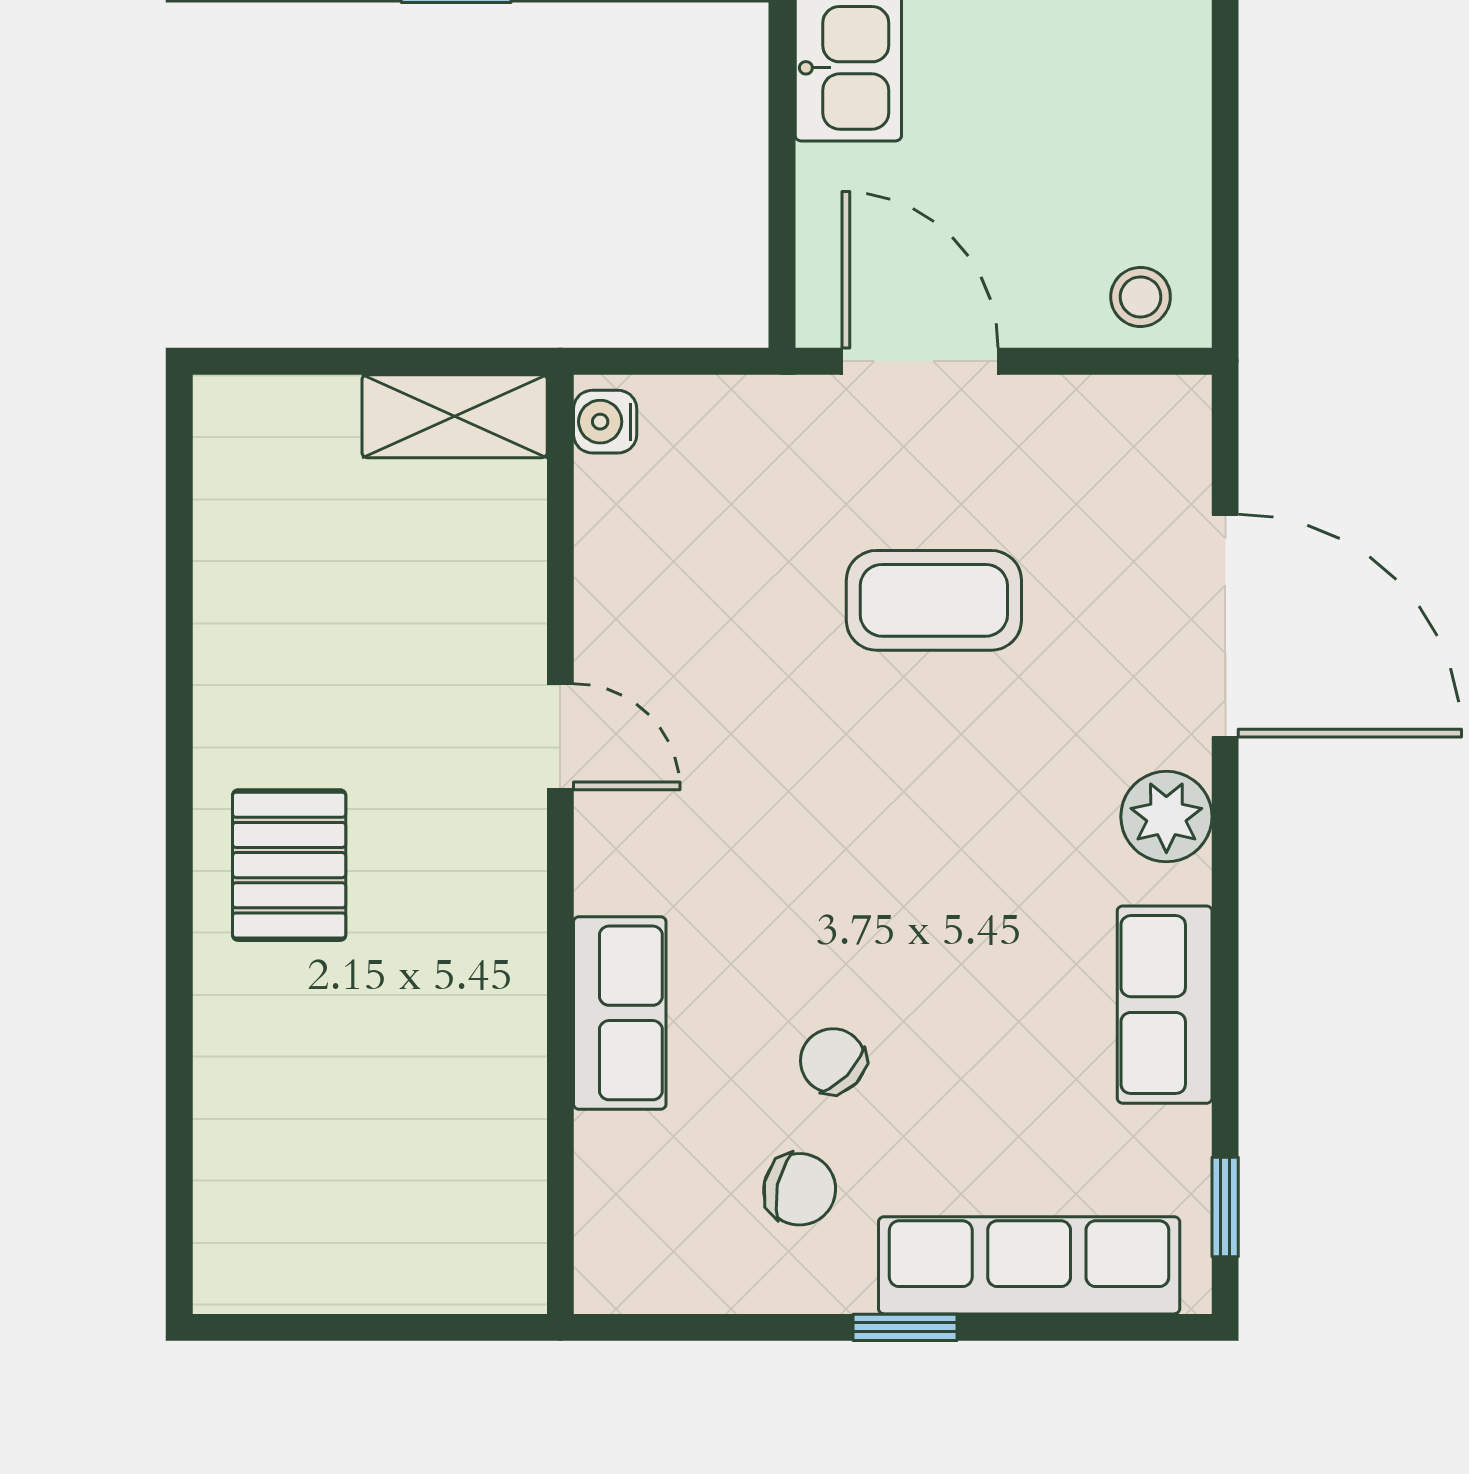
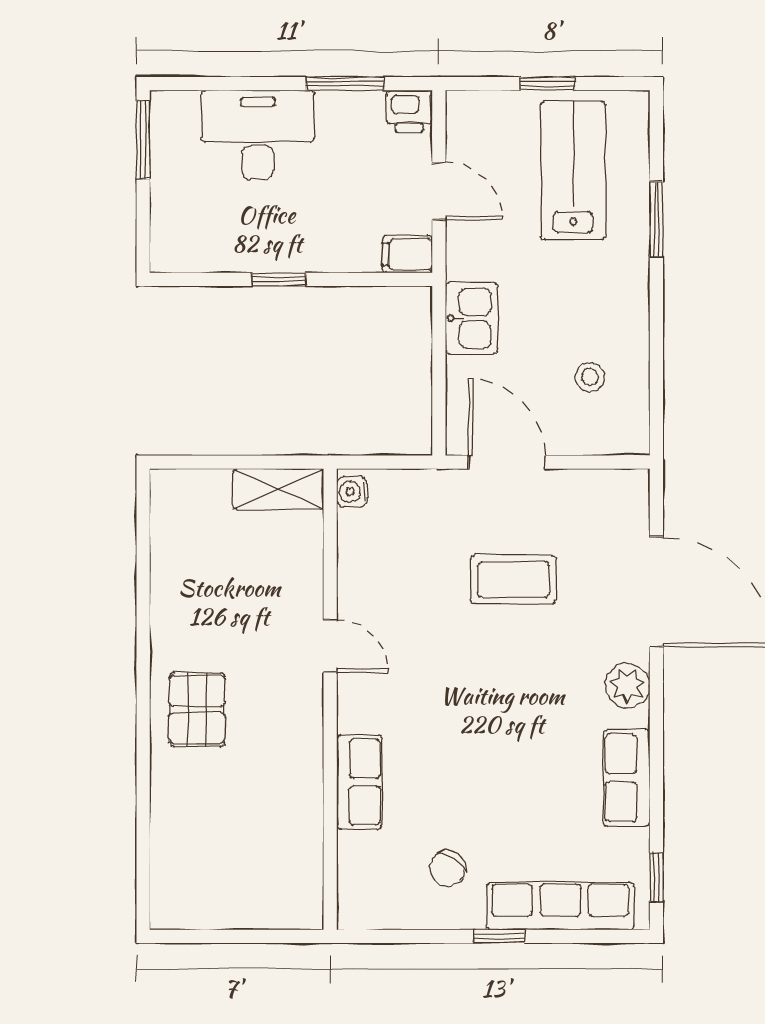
stool: (1141, 297) -> (590, 377), moved
chair: (833, 1061) -> (464, 806), removed
chair: (800, 1189) -> (448, 869), turned 112

